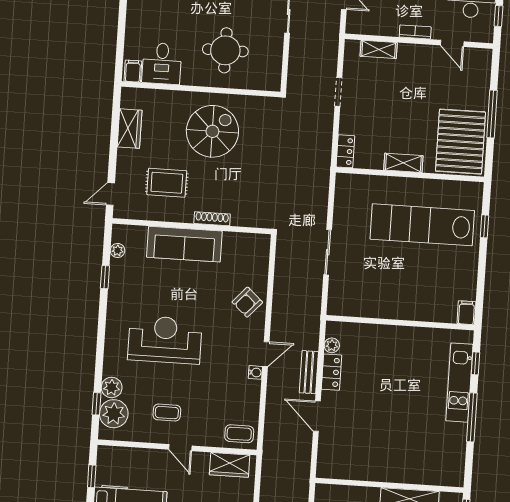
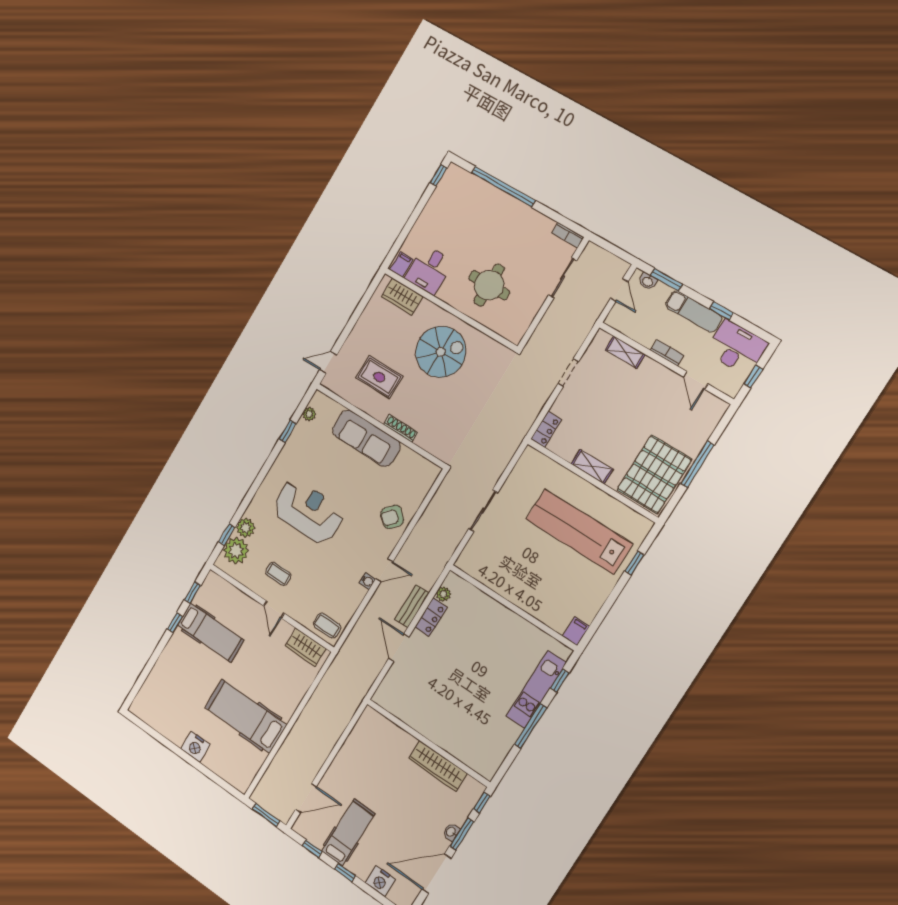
wardrobe: (130, 129) -> (402, 297), moved, turned 90

